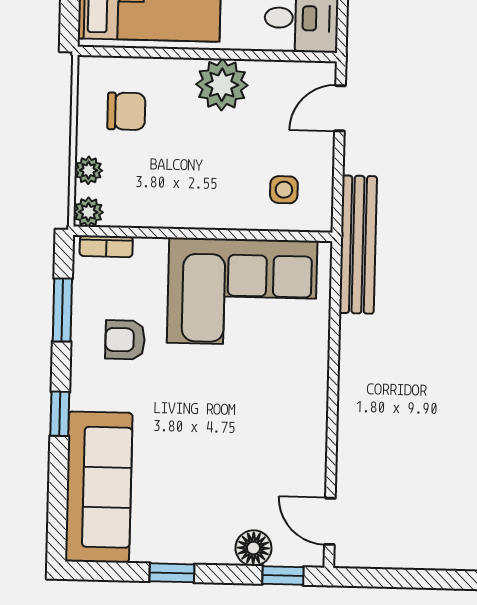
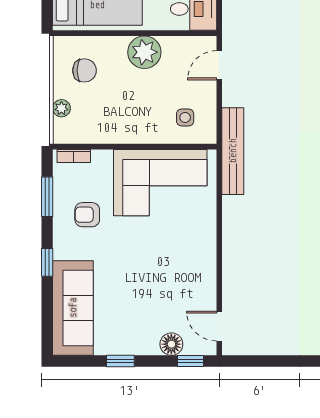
plant: (88, 212) -> (62, 135), removed

